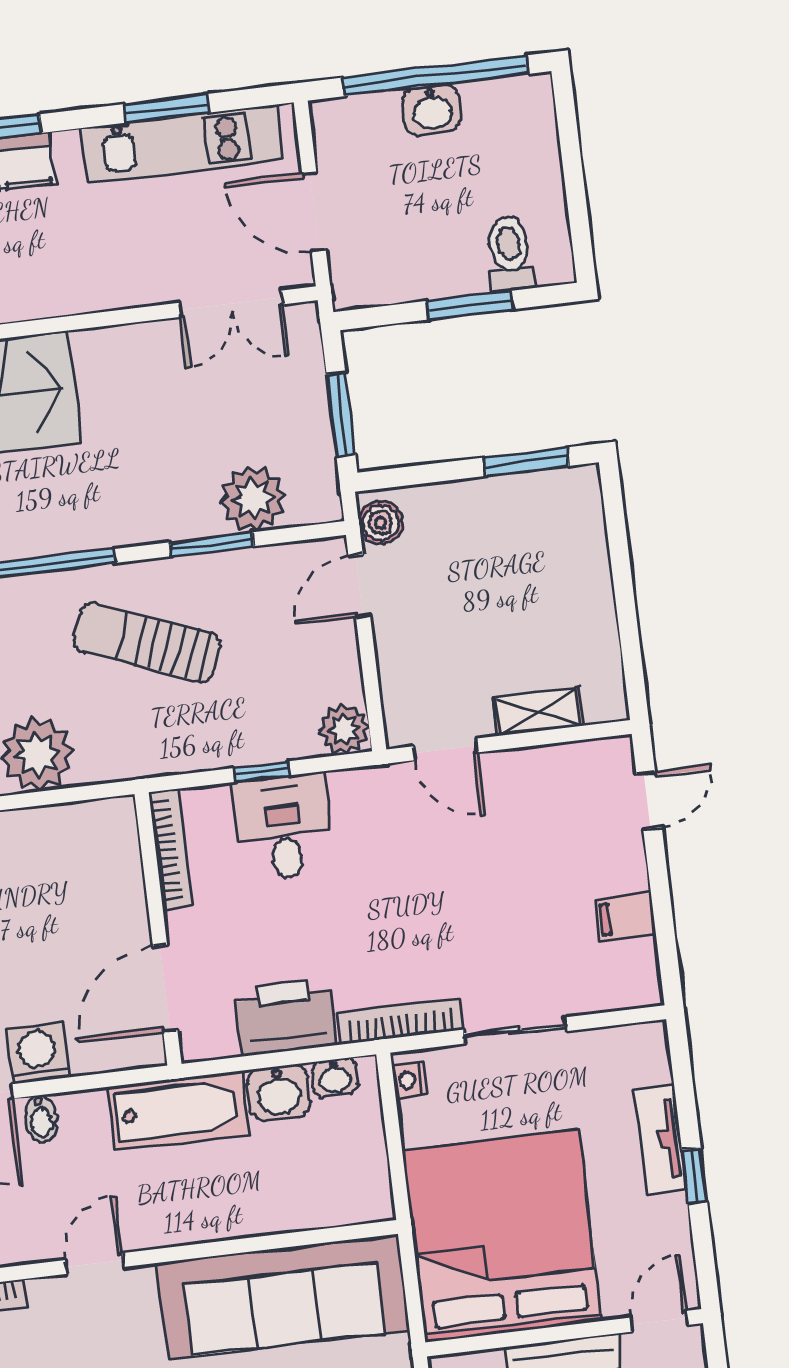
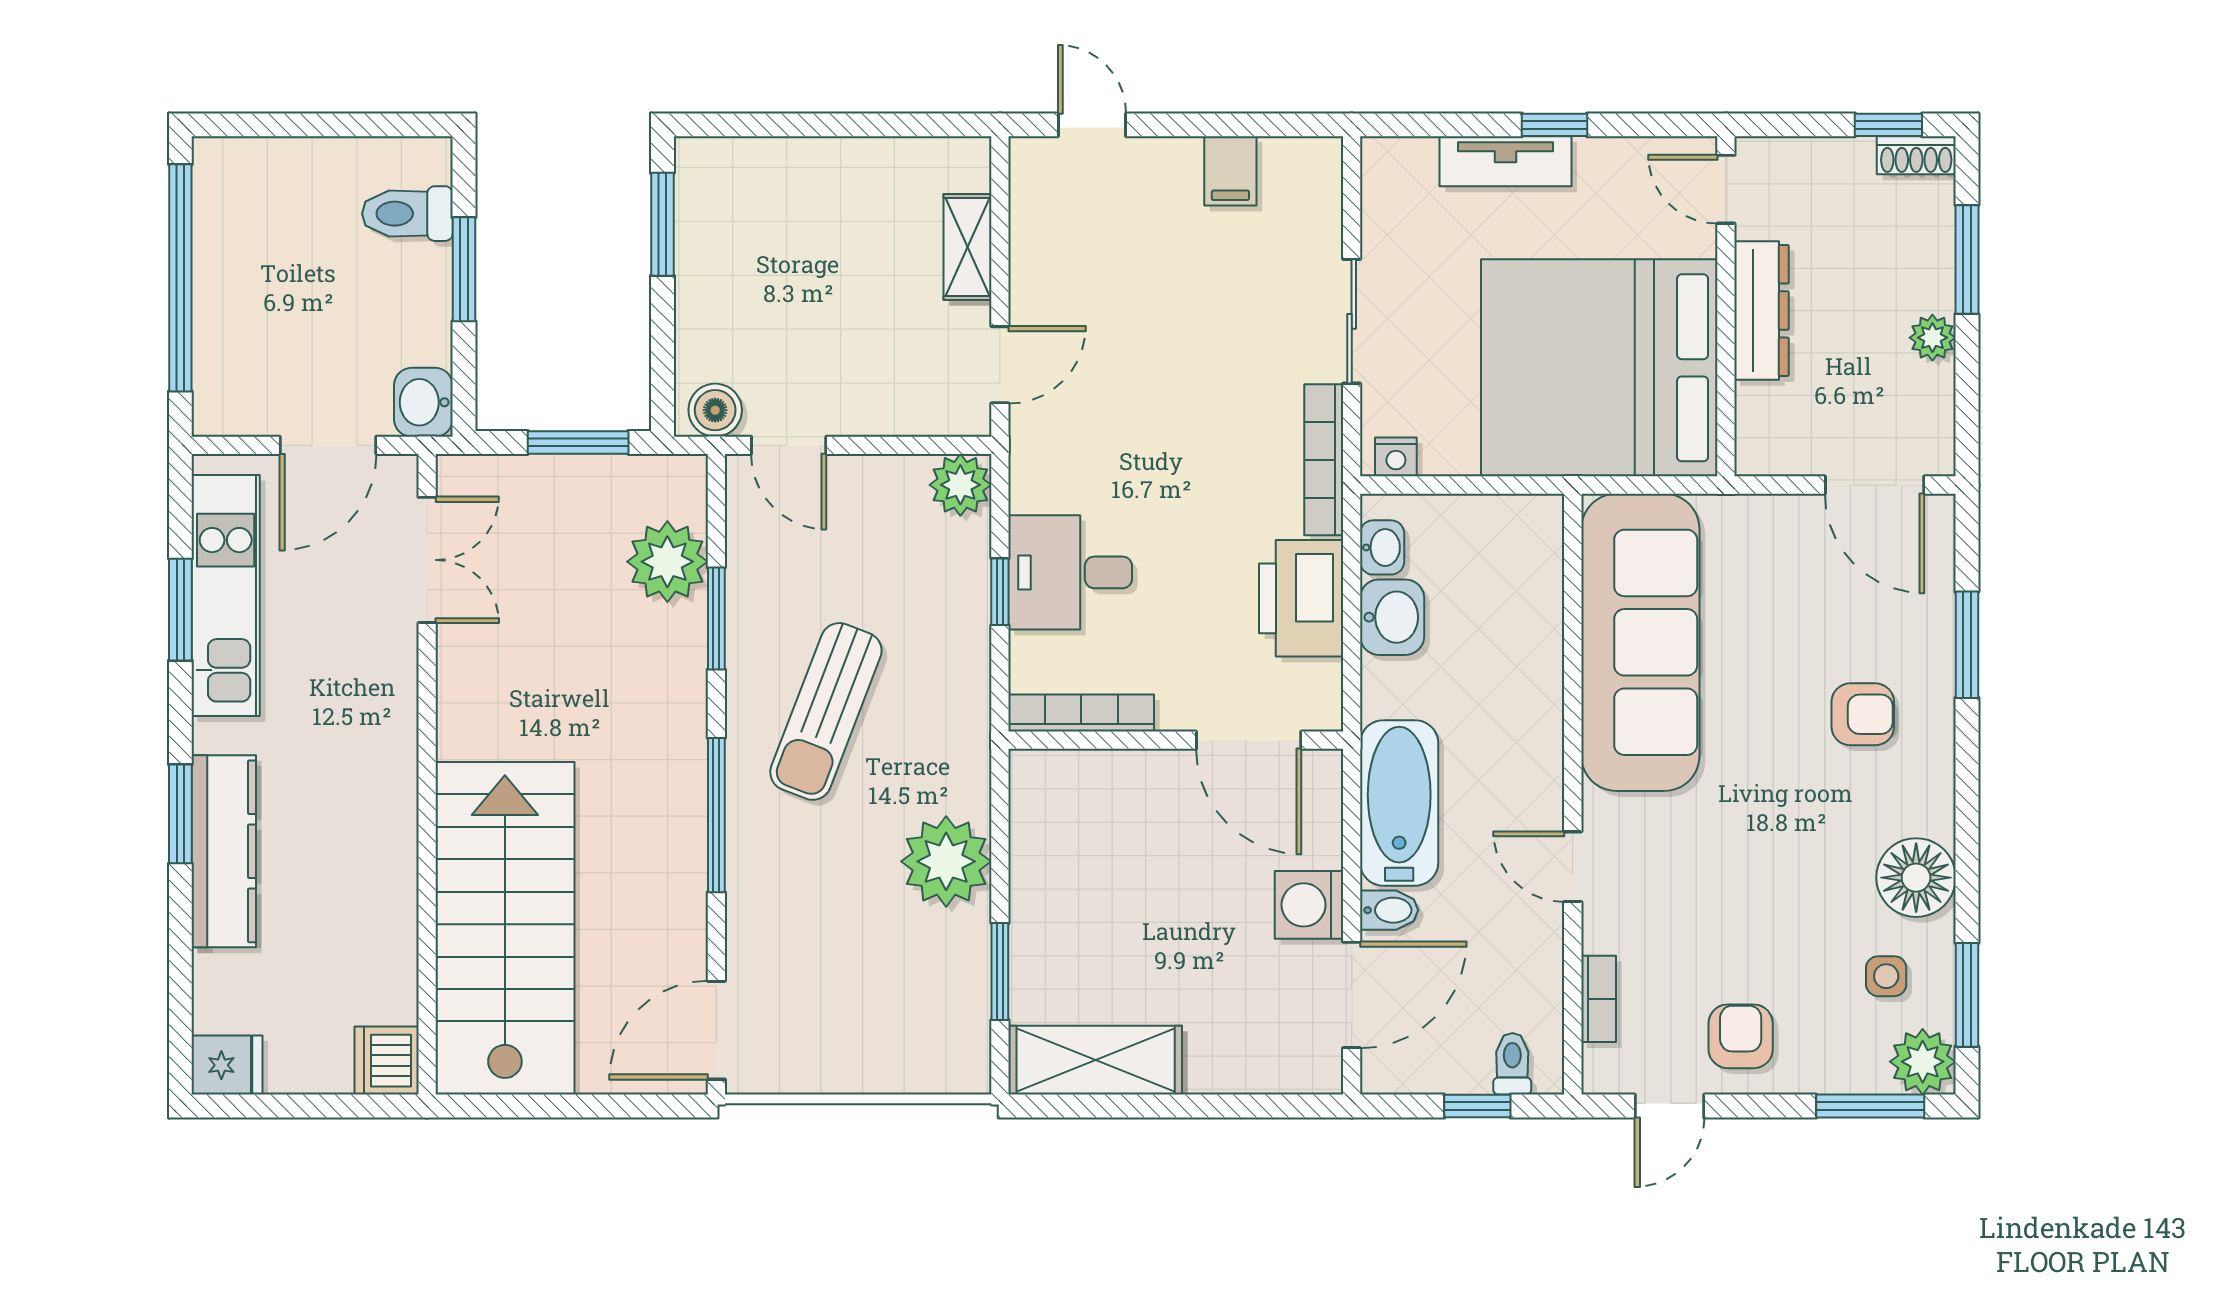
washbasin: (432, 110) -> (423, 402), moved, turned 180
bathtub: (178, 1110) -> (1399, 803), moved

